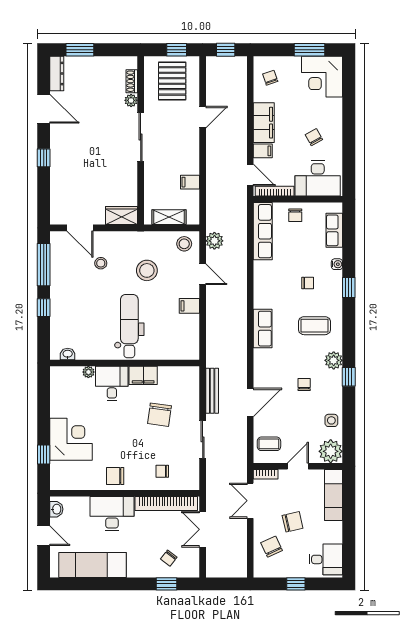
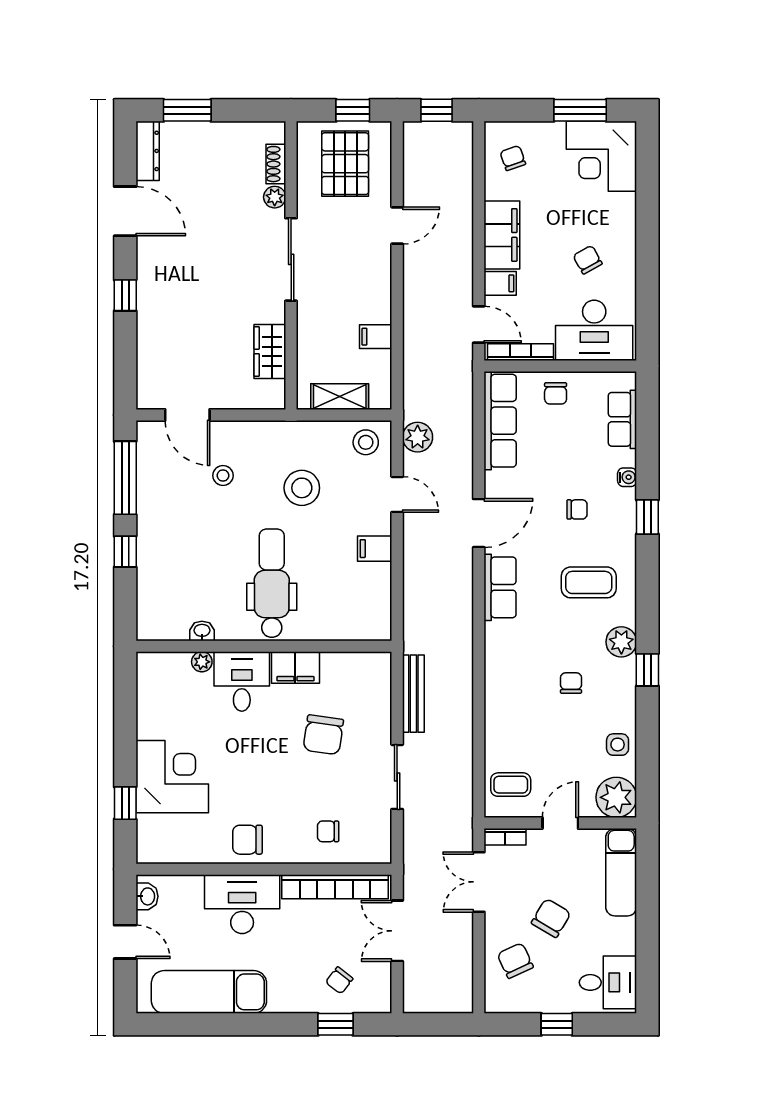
wardrobe: (122, 215) -> (270, 351), moved, turned -90
washbasin: (68, 354) -> (202, 631), moved
door: (250, 402) -> (479, 523), moved
chair: (293, 522) -> (551, 918), turned -46

